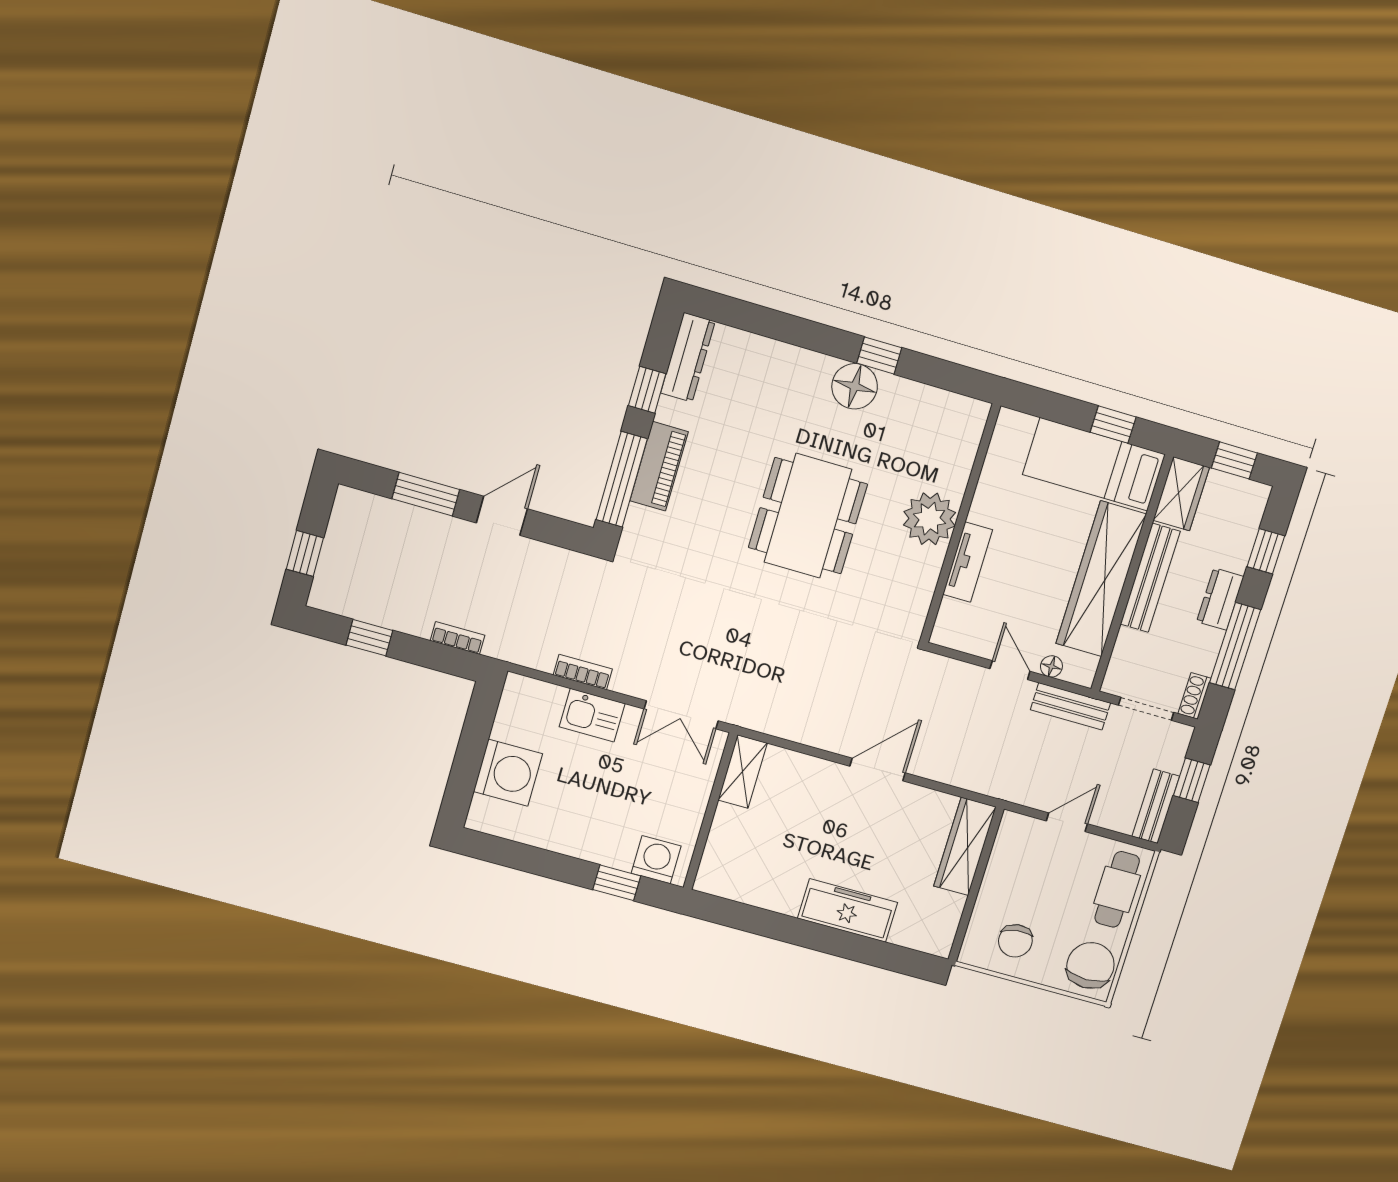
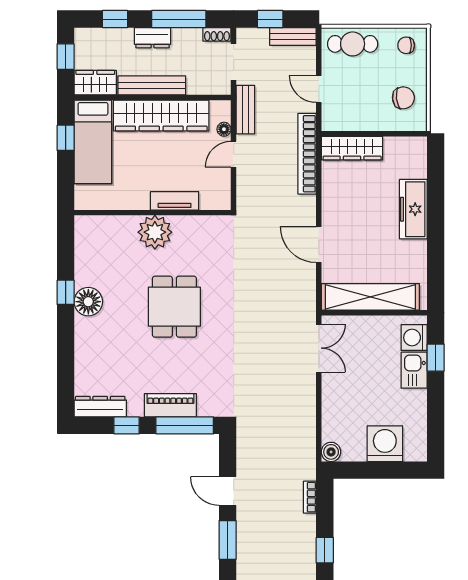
dining table: (808, 516) -> (174, 307), width x0.73
bookcase: (583, 672) -> (307, 154), moved, width x2.31, depth x1.31
boiler: (518, 689) -> (331, 452), added
kitchen sink: (592, 715) -> (414, 370), moved, turned 180
door: (878, 770) -> (319, 245), moved
shelving: (743, 772) -> (370, 297), width x2.20, depth x1.33
chair: (1090, 965) -> (406, 45), width x0.54, depth x0.54

